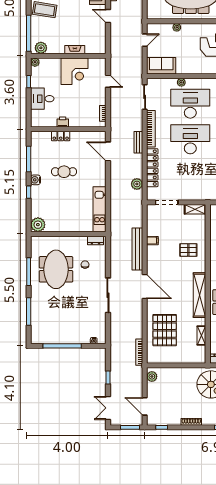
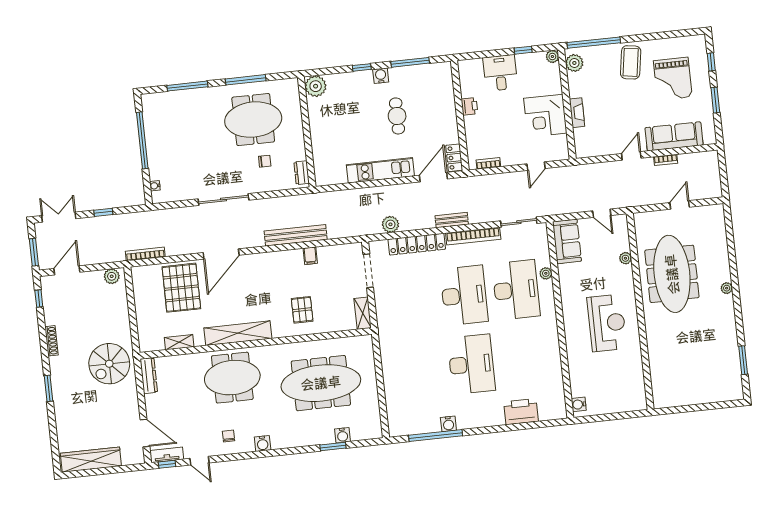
locker: (61, 136) -> (454, 158), moved
kitchen unit: (100, 209) -> (380, 170), moved
door: (145, 286) -> (221, 254), moved
pallet: (165, 330) -> (181, 288), turned 90

